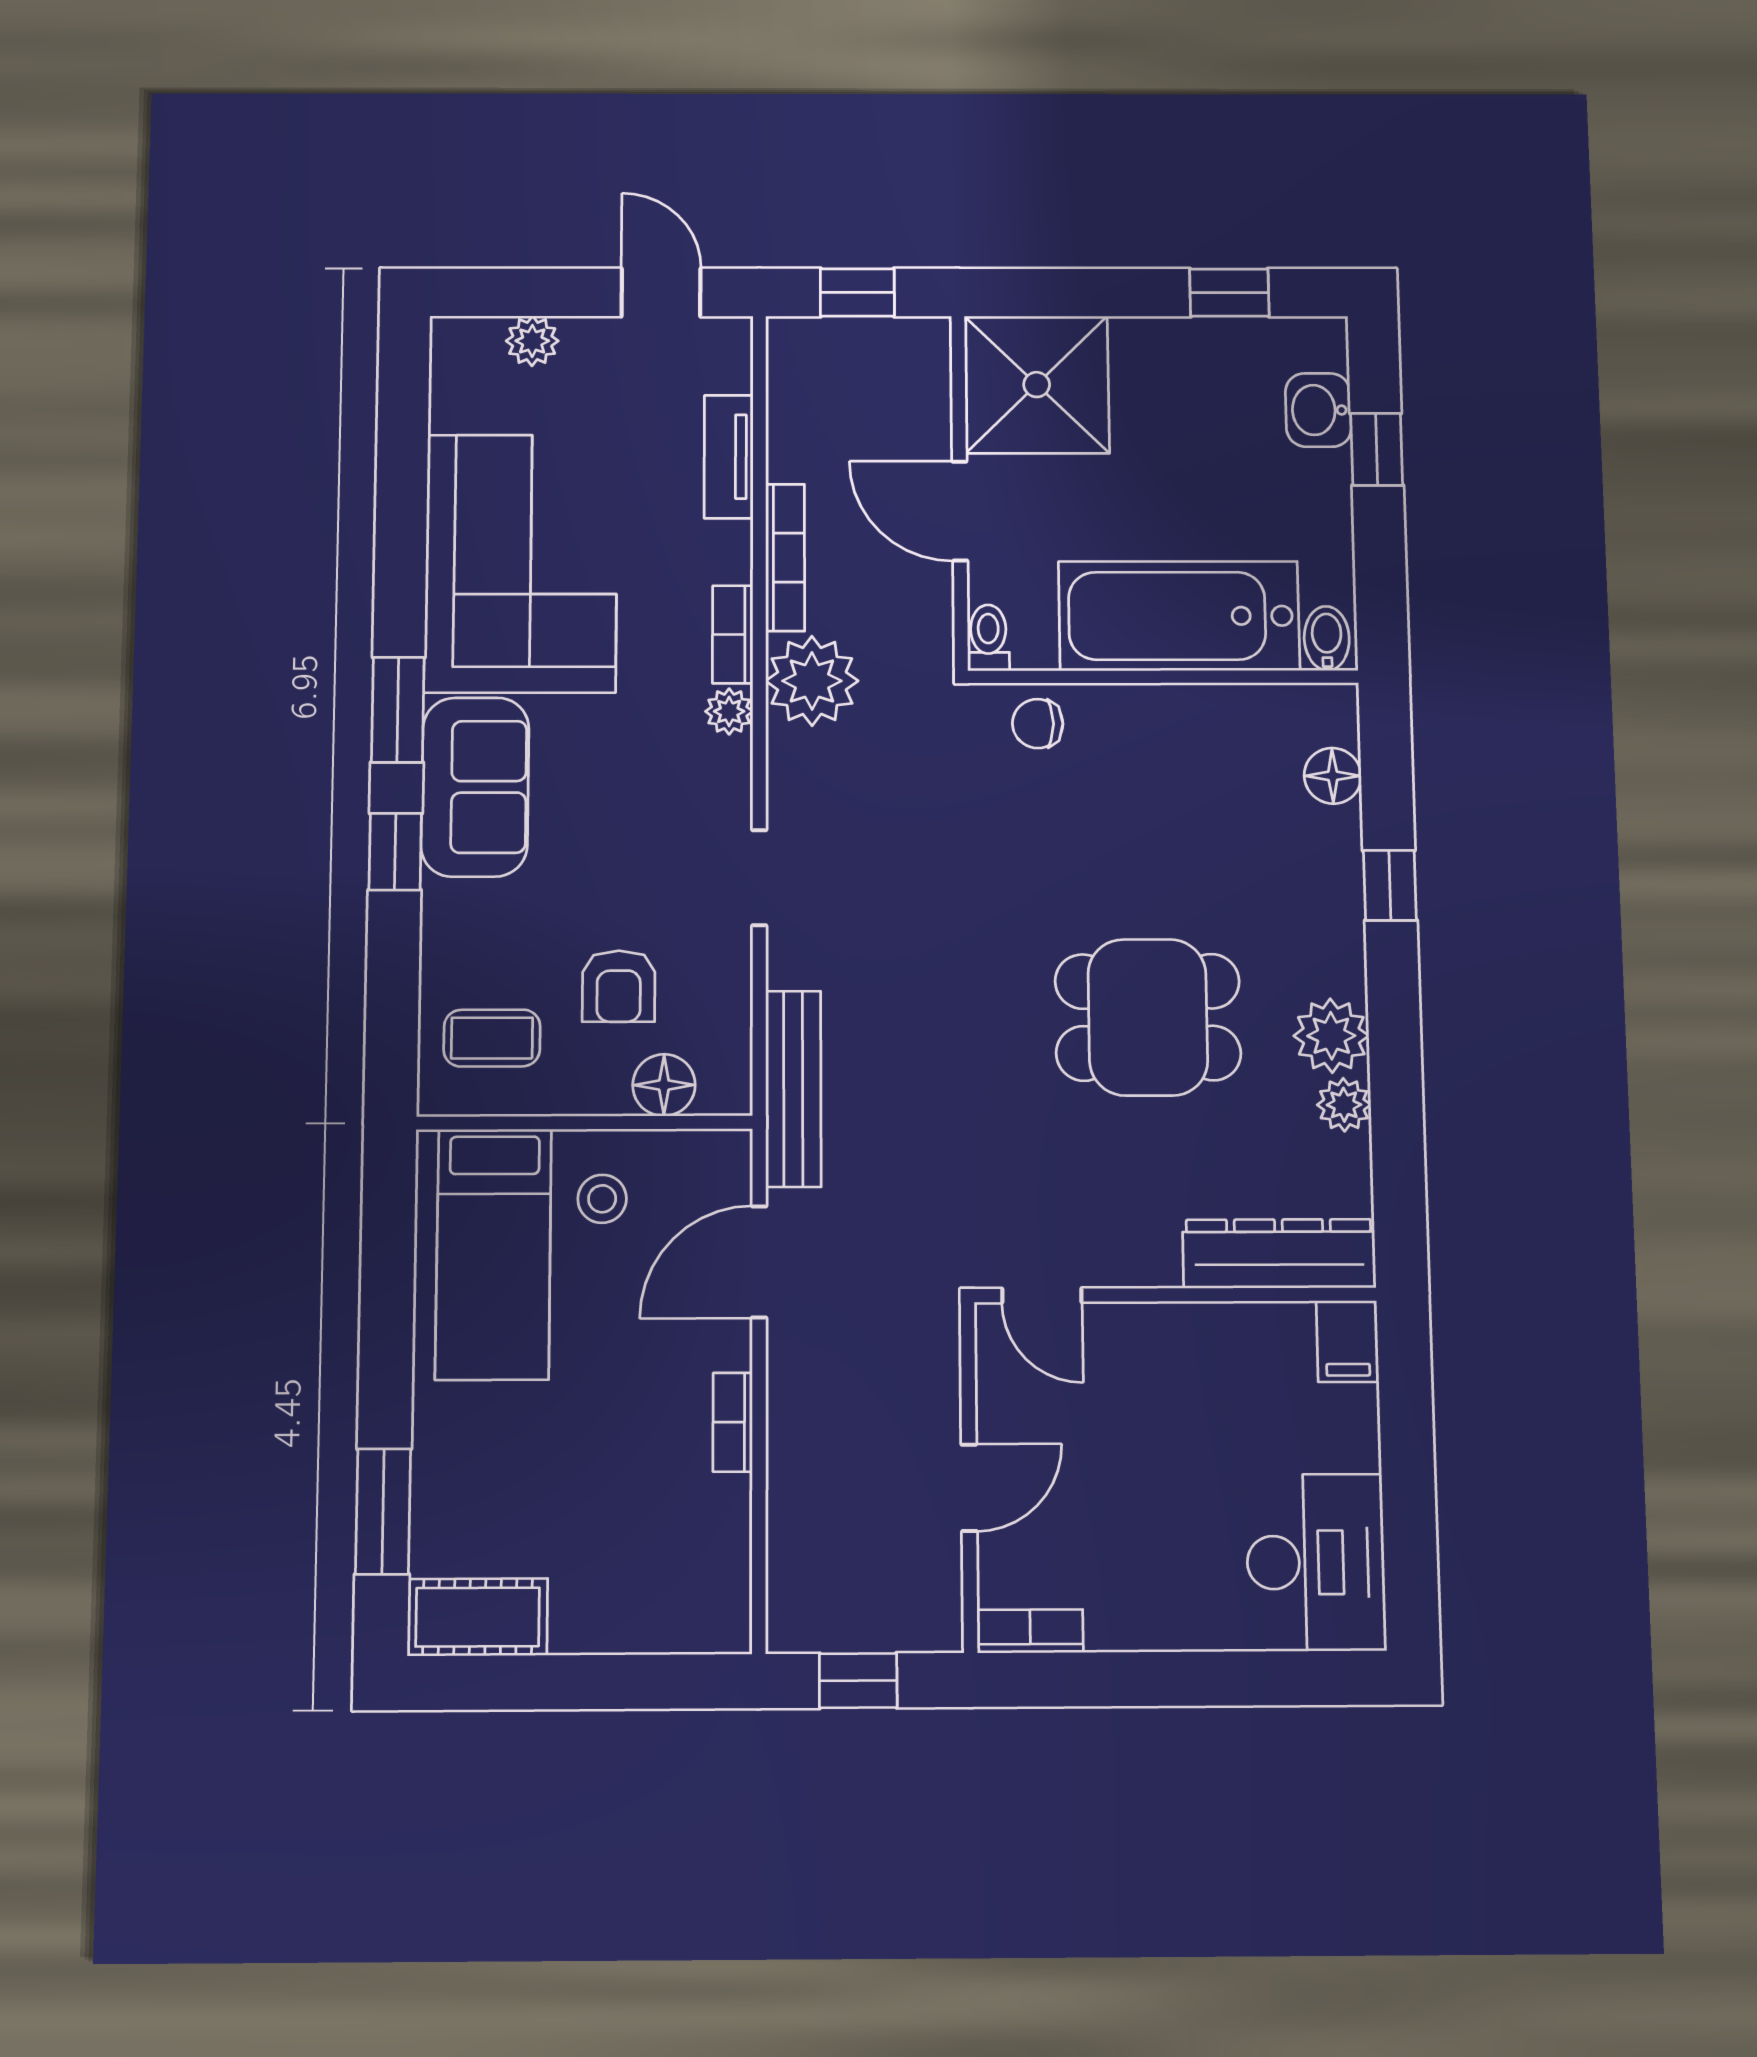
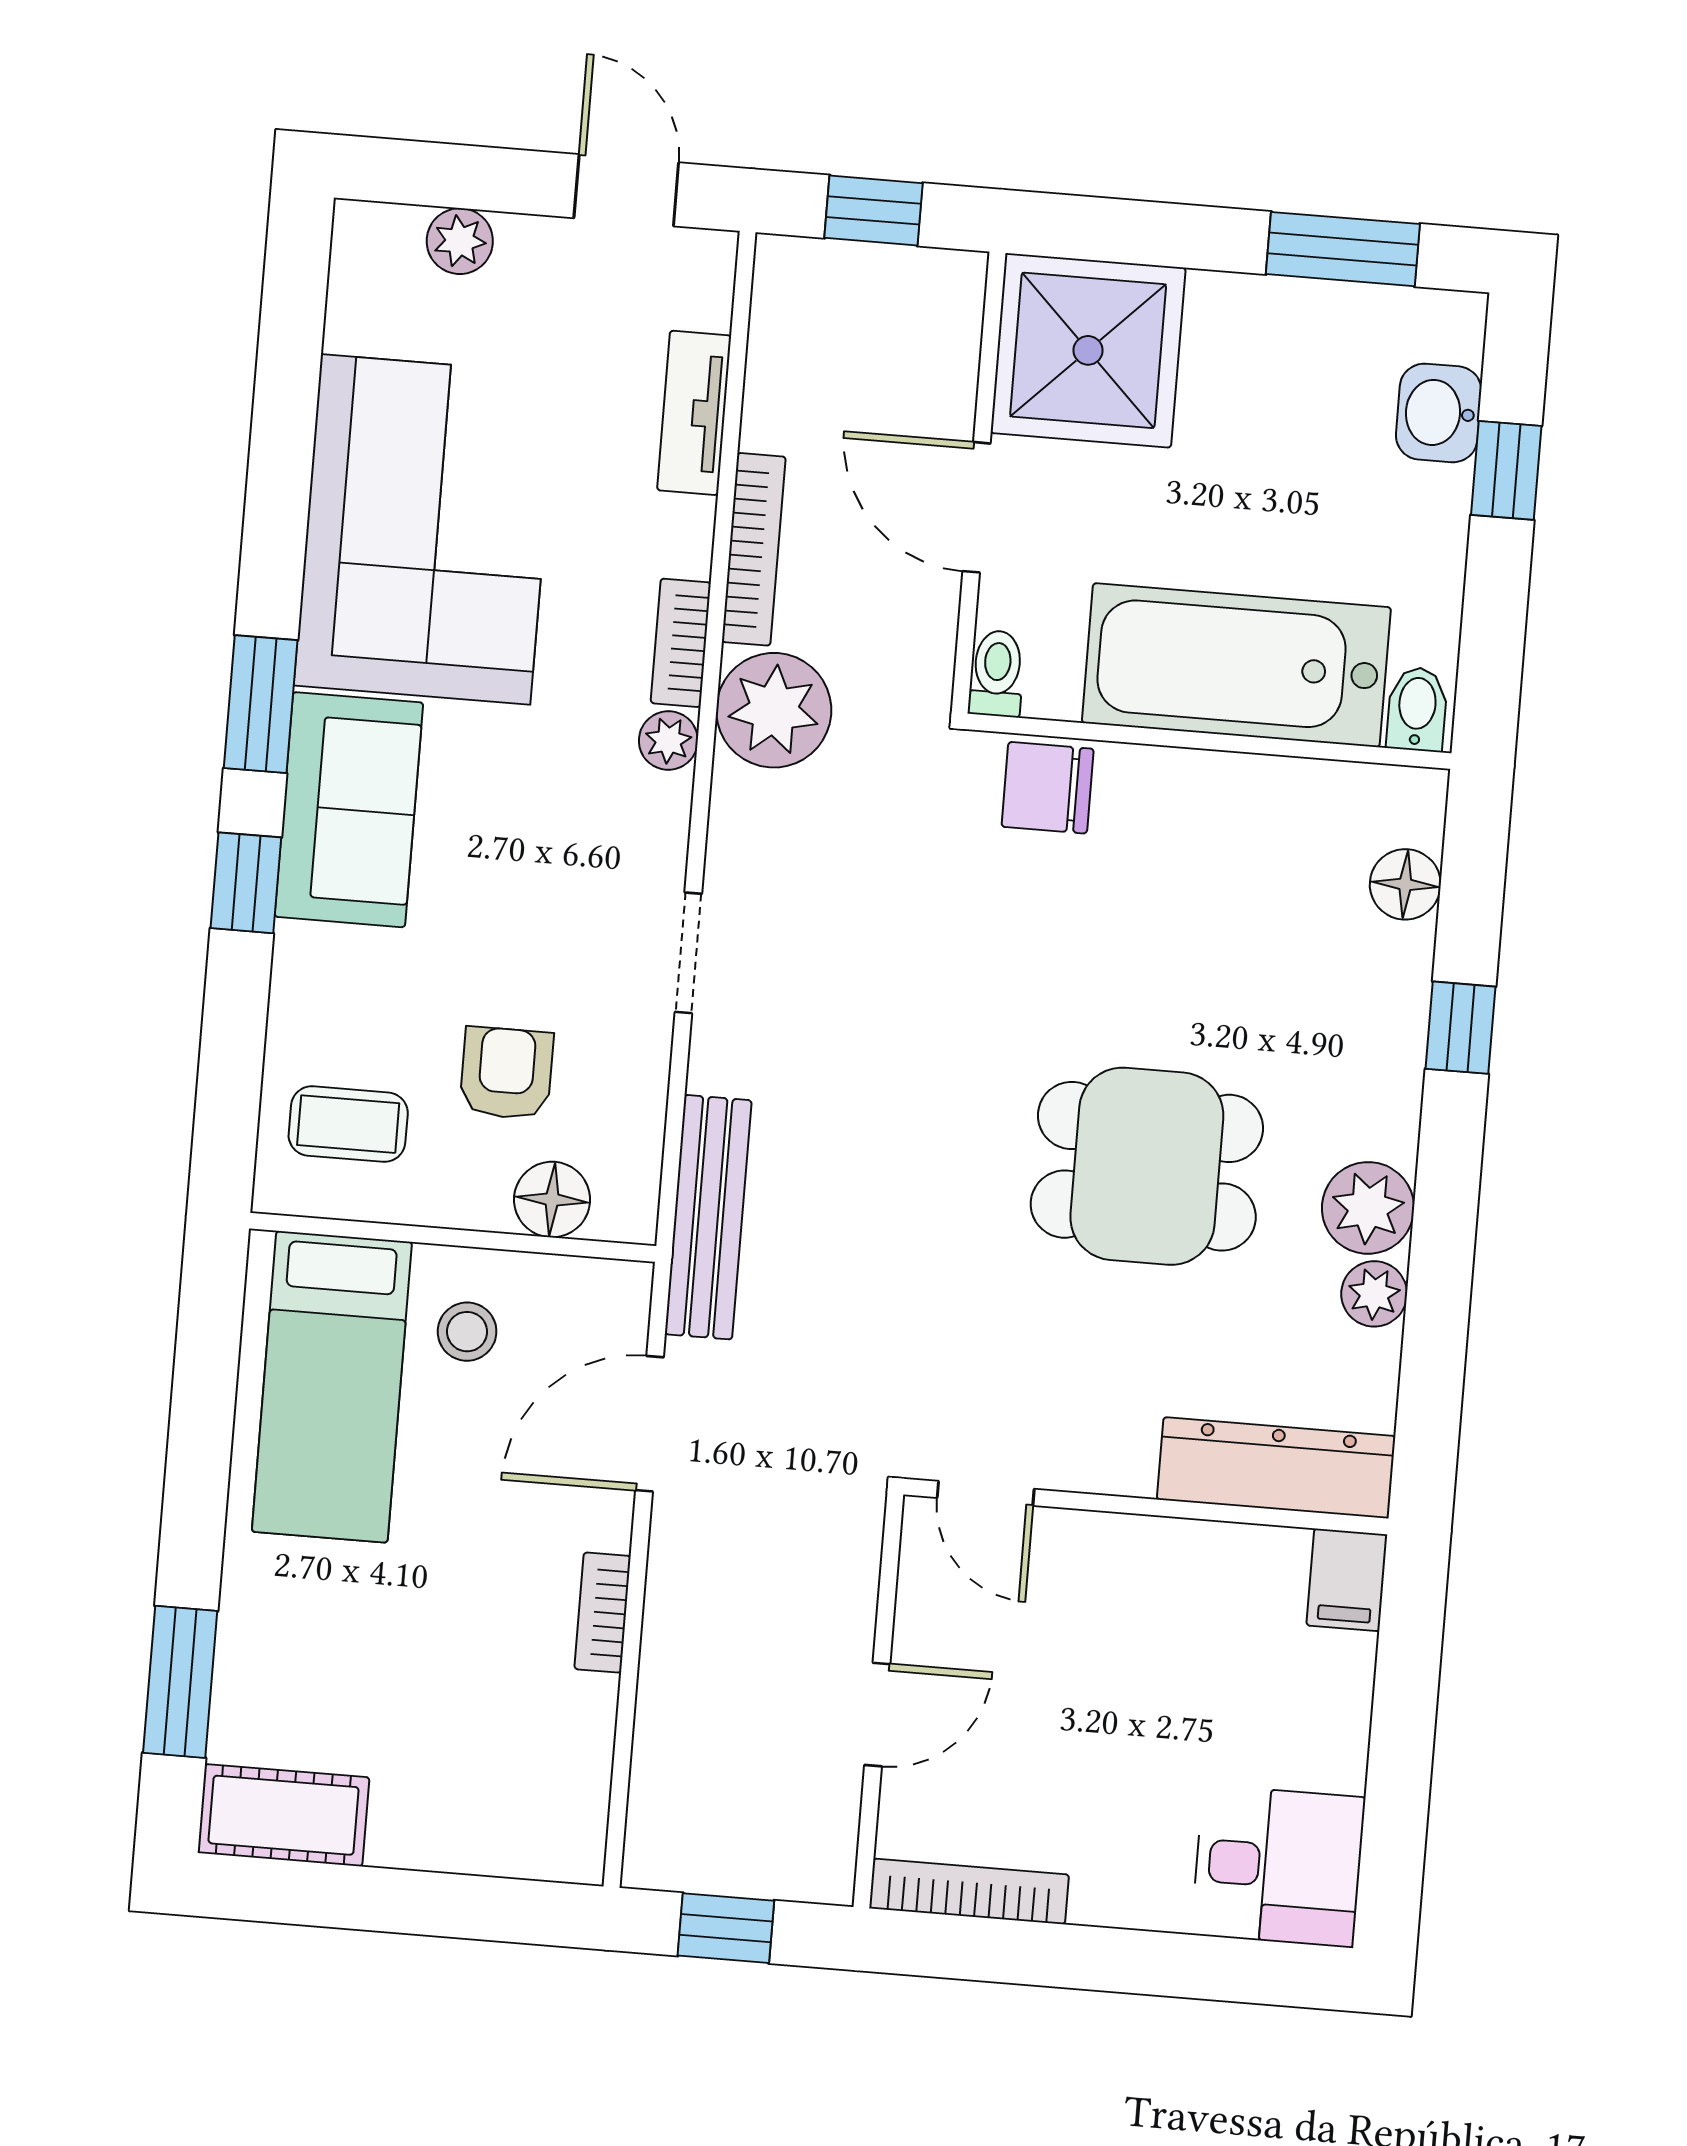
window: (1229, 293) -> (1343, 249), width x1.50
chair: (1038, 724) -> (1048, 788), width x1.37, depth x1.37
armchair: (619, 986) -> (506, 1073), turned 180
desk: (1316, 1562) -> (1278, 1866), width x0.73
bookcase: (1030, 1631) -> (969, 1891), width x1.56

